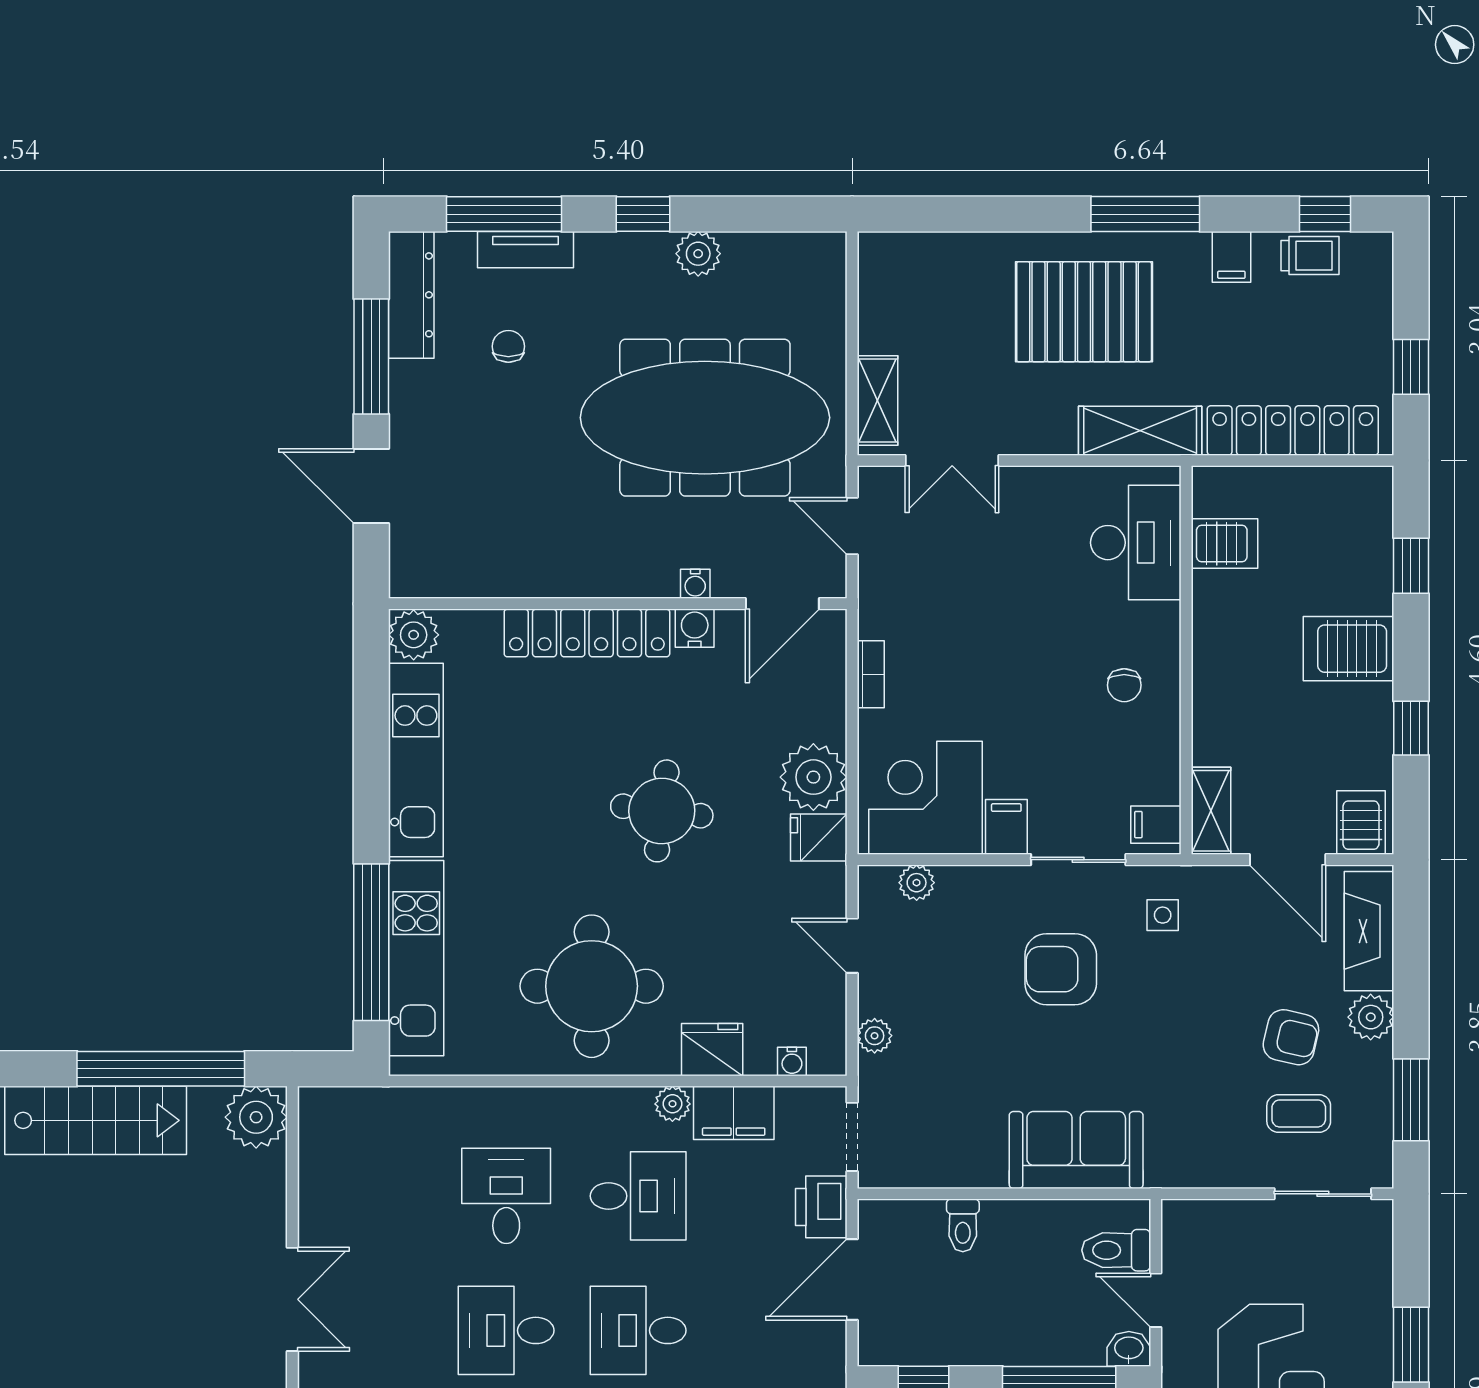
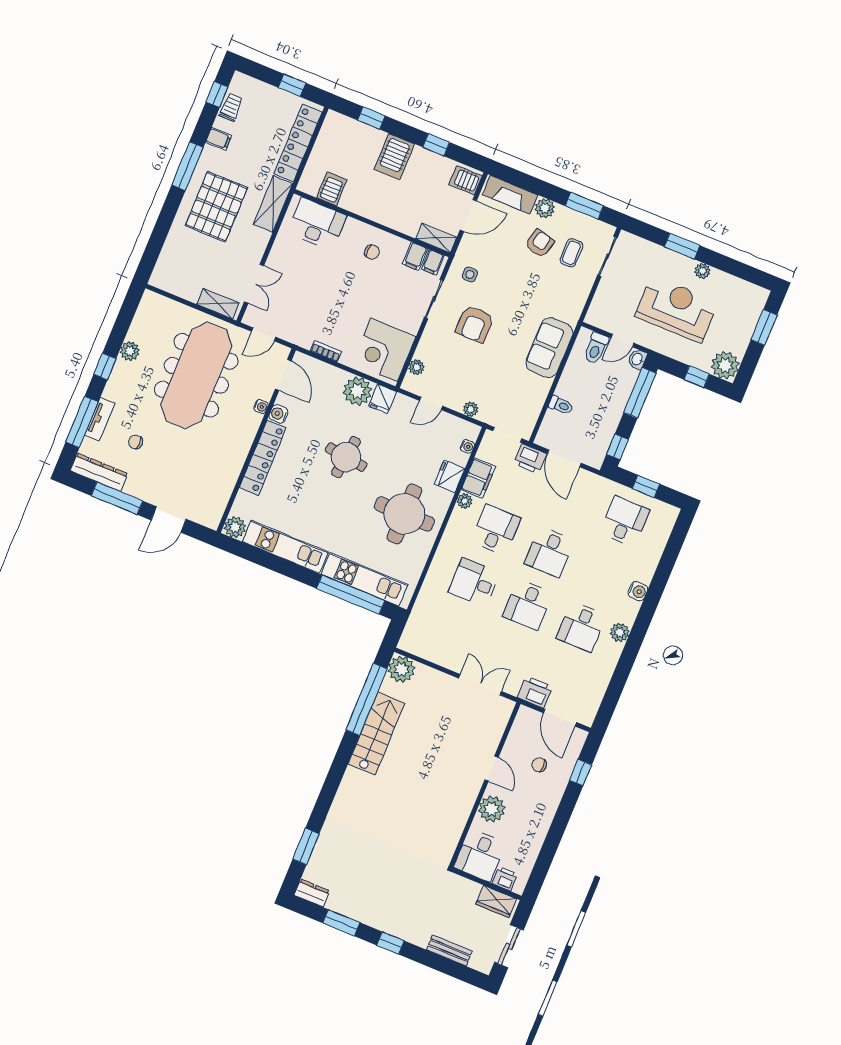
filing cabinet: (1006, 827) -> (415, 256), moved, turned -90

